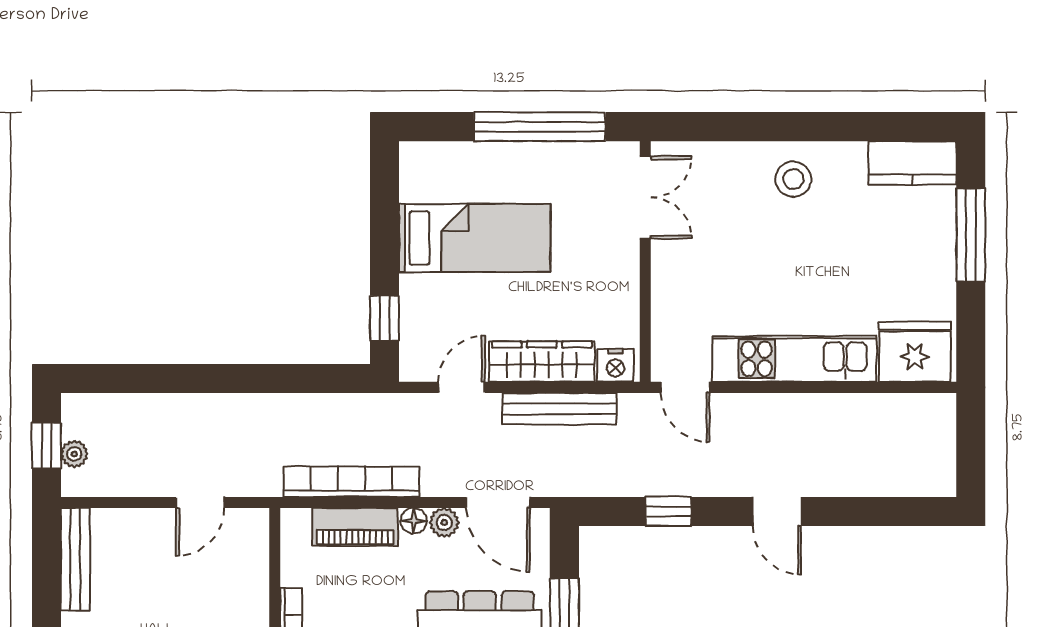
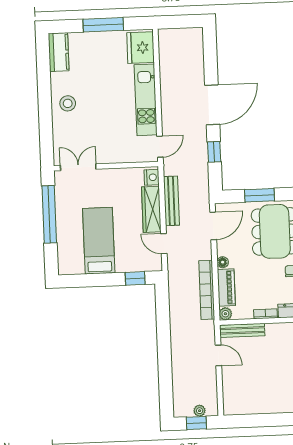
window: (971, 235) -> (103, 25), moved
door: (777, 511) -> (212, 105), width x1.87
plant: (444, 523) -> (225, 314), moved
bench: (75, 559) -> (242, 330), moved

